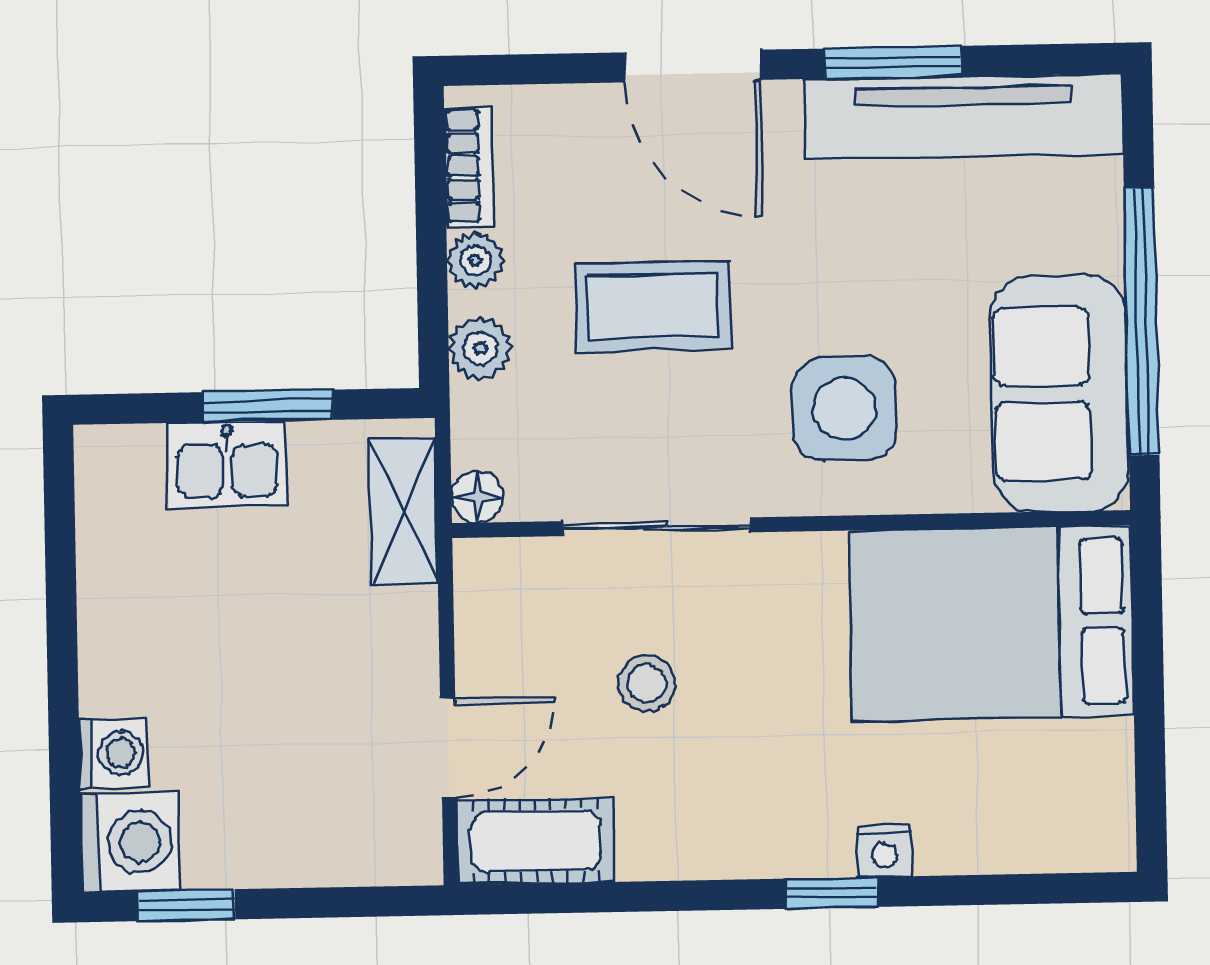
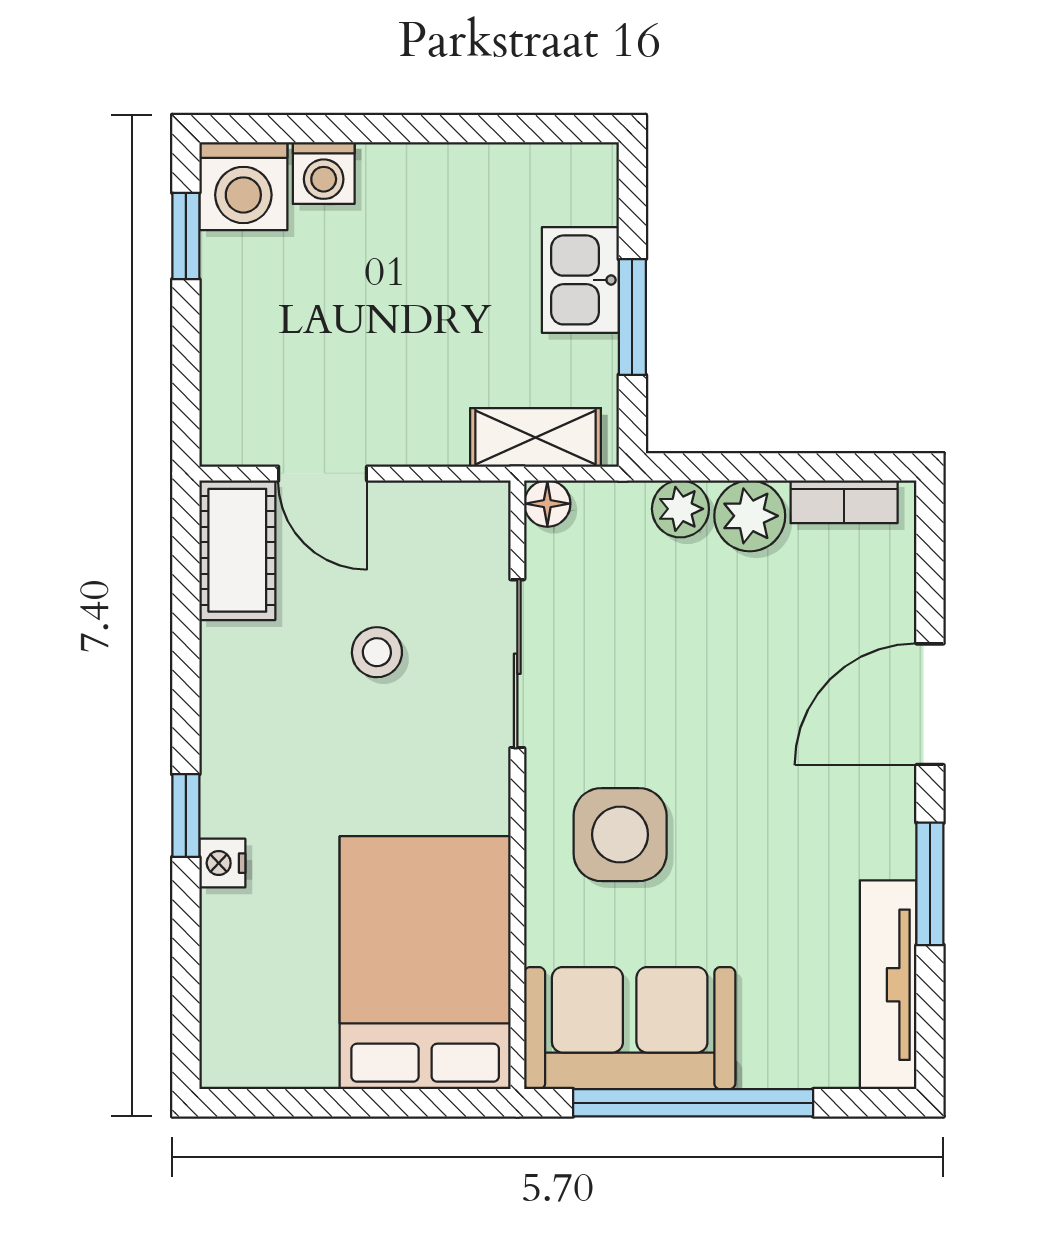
tv unit: (964, 117) -> (888, 985), width x0.73, depth x0.78
plant: (476, 260) -> (750, 516), width x1.38, depth x1.38
coffee table: (653, 306) -> (715, 665), removed

